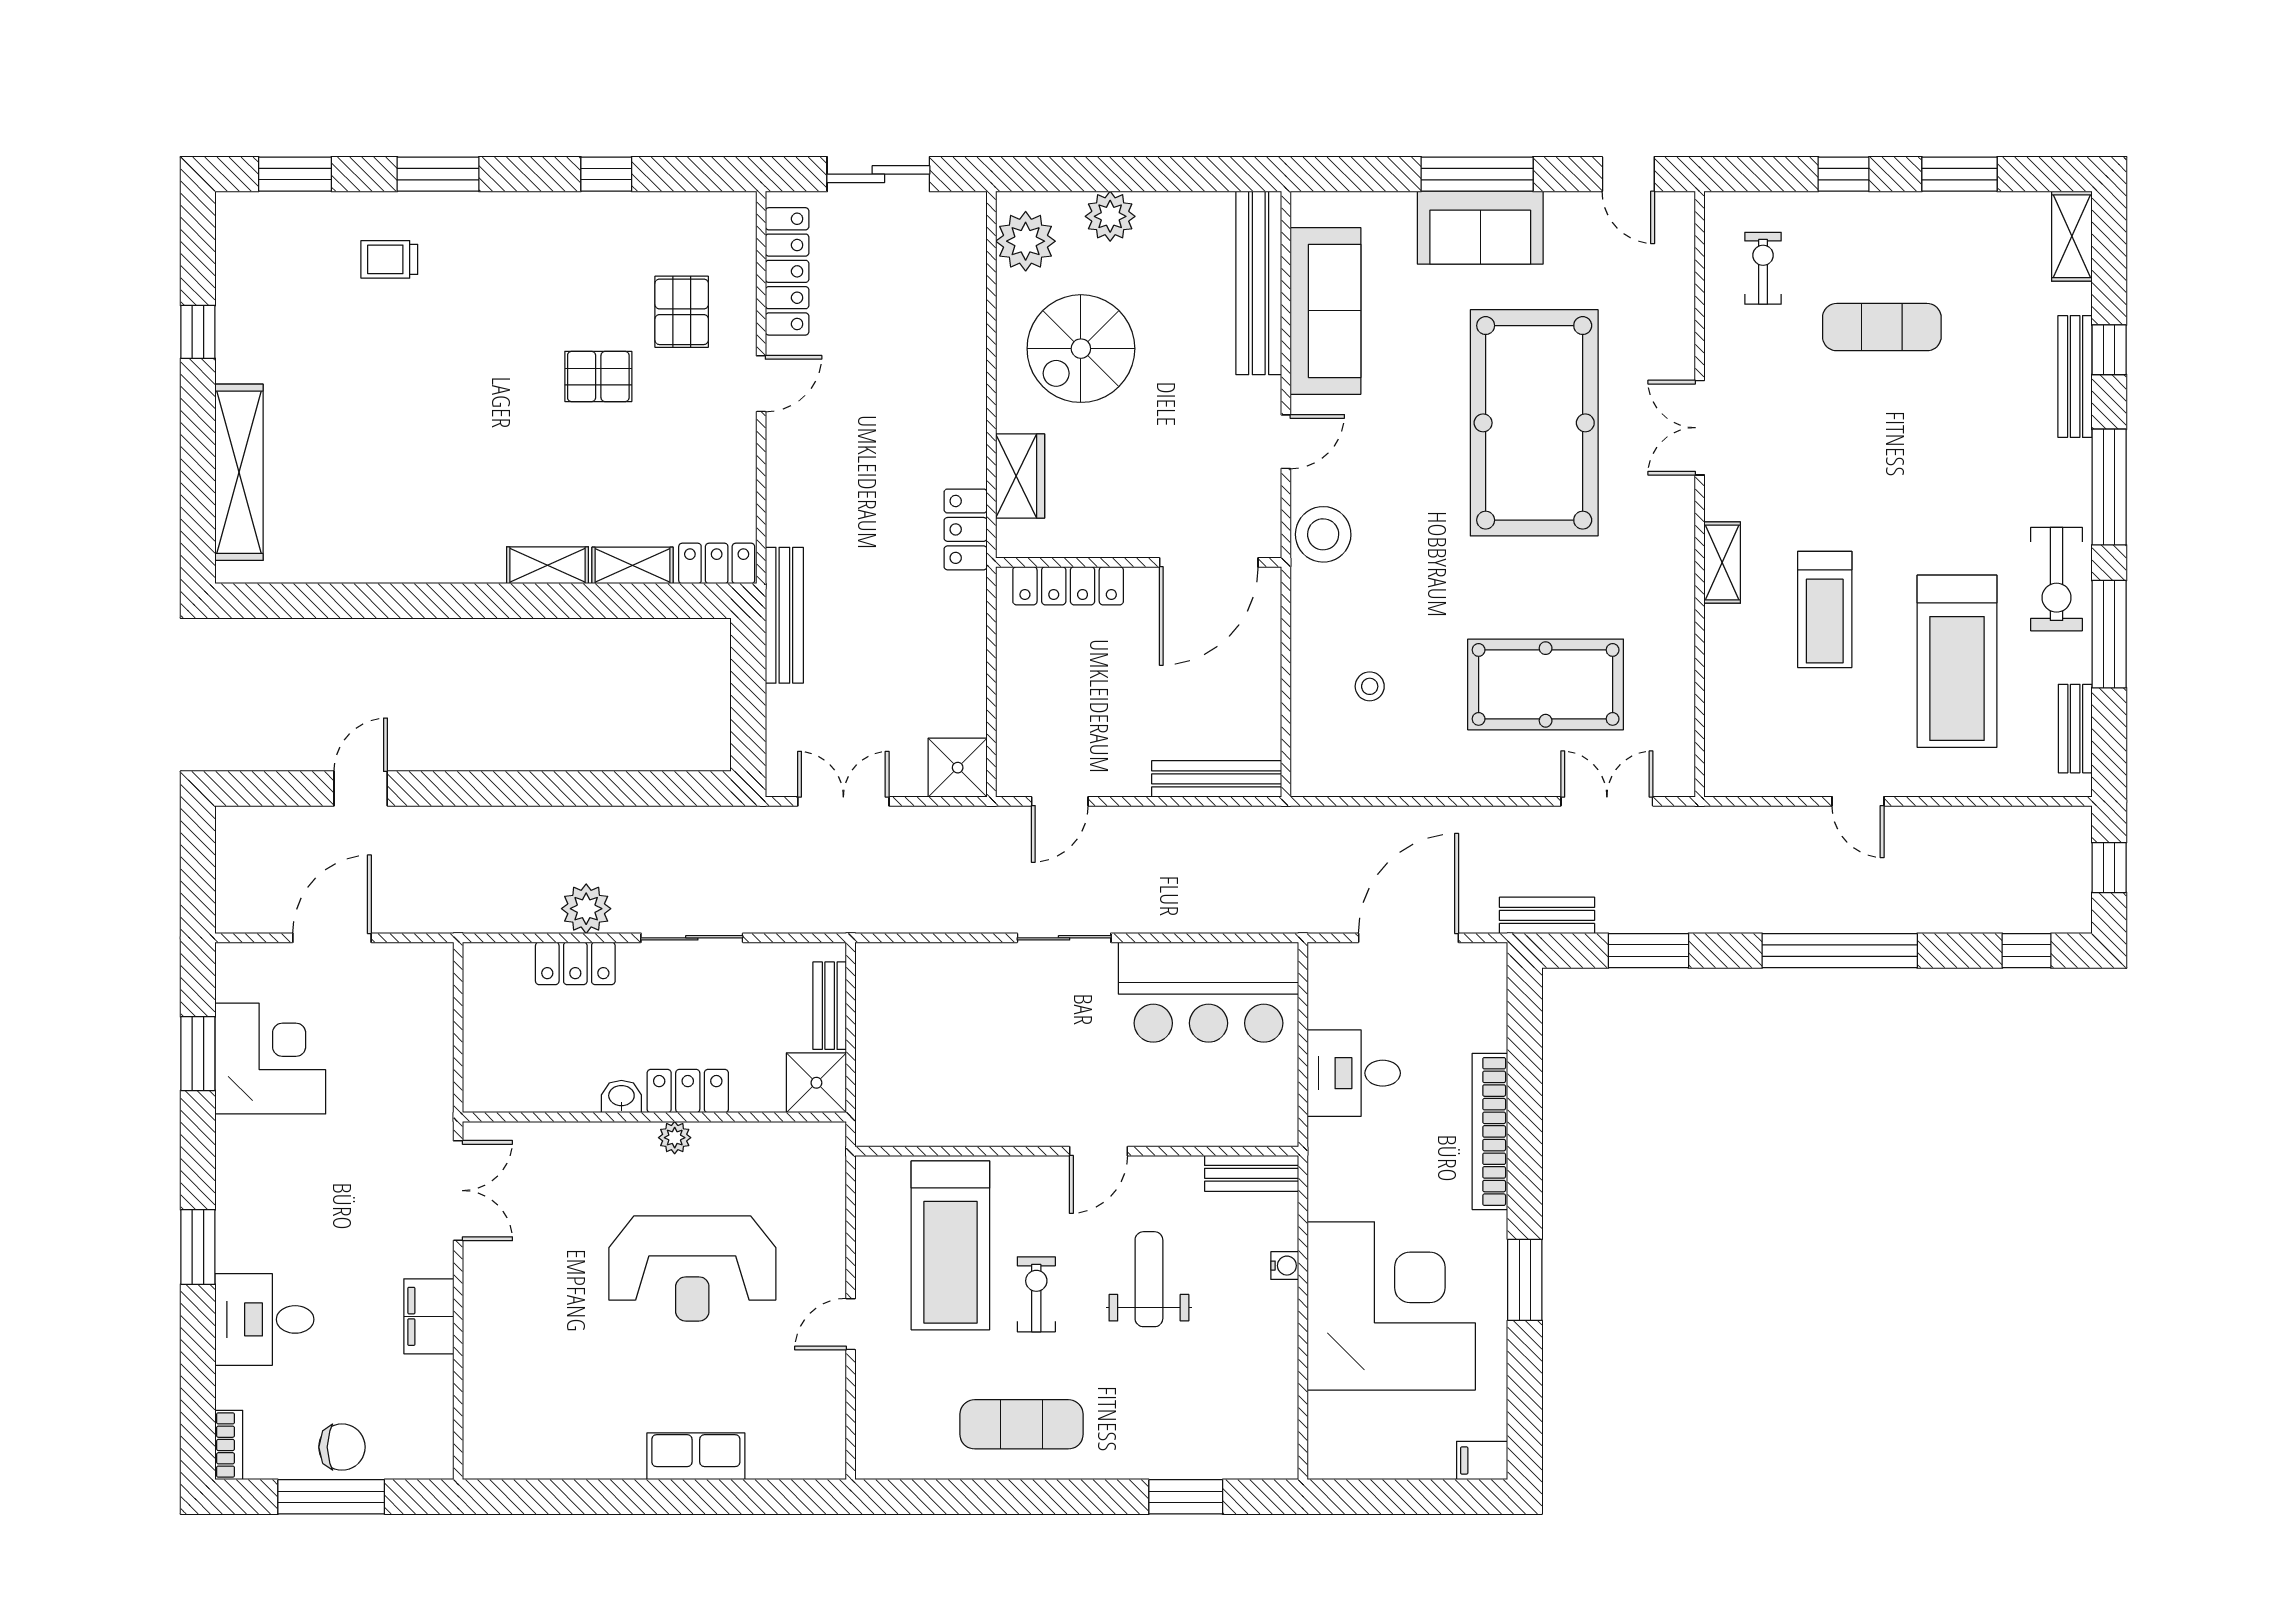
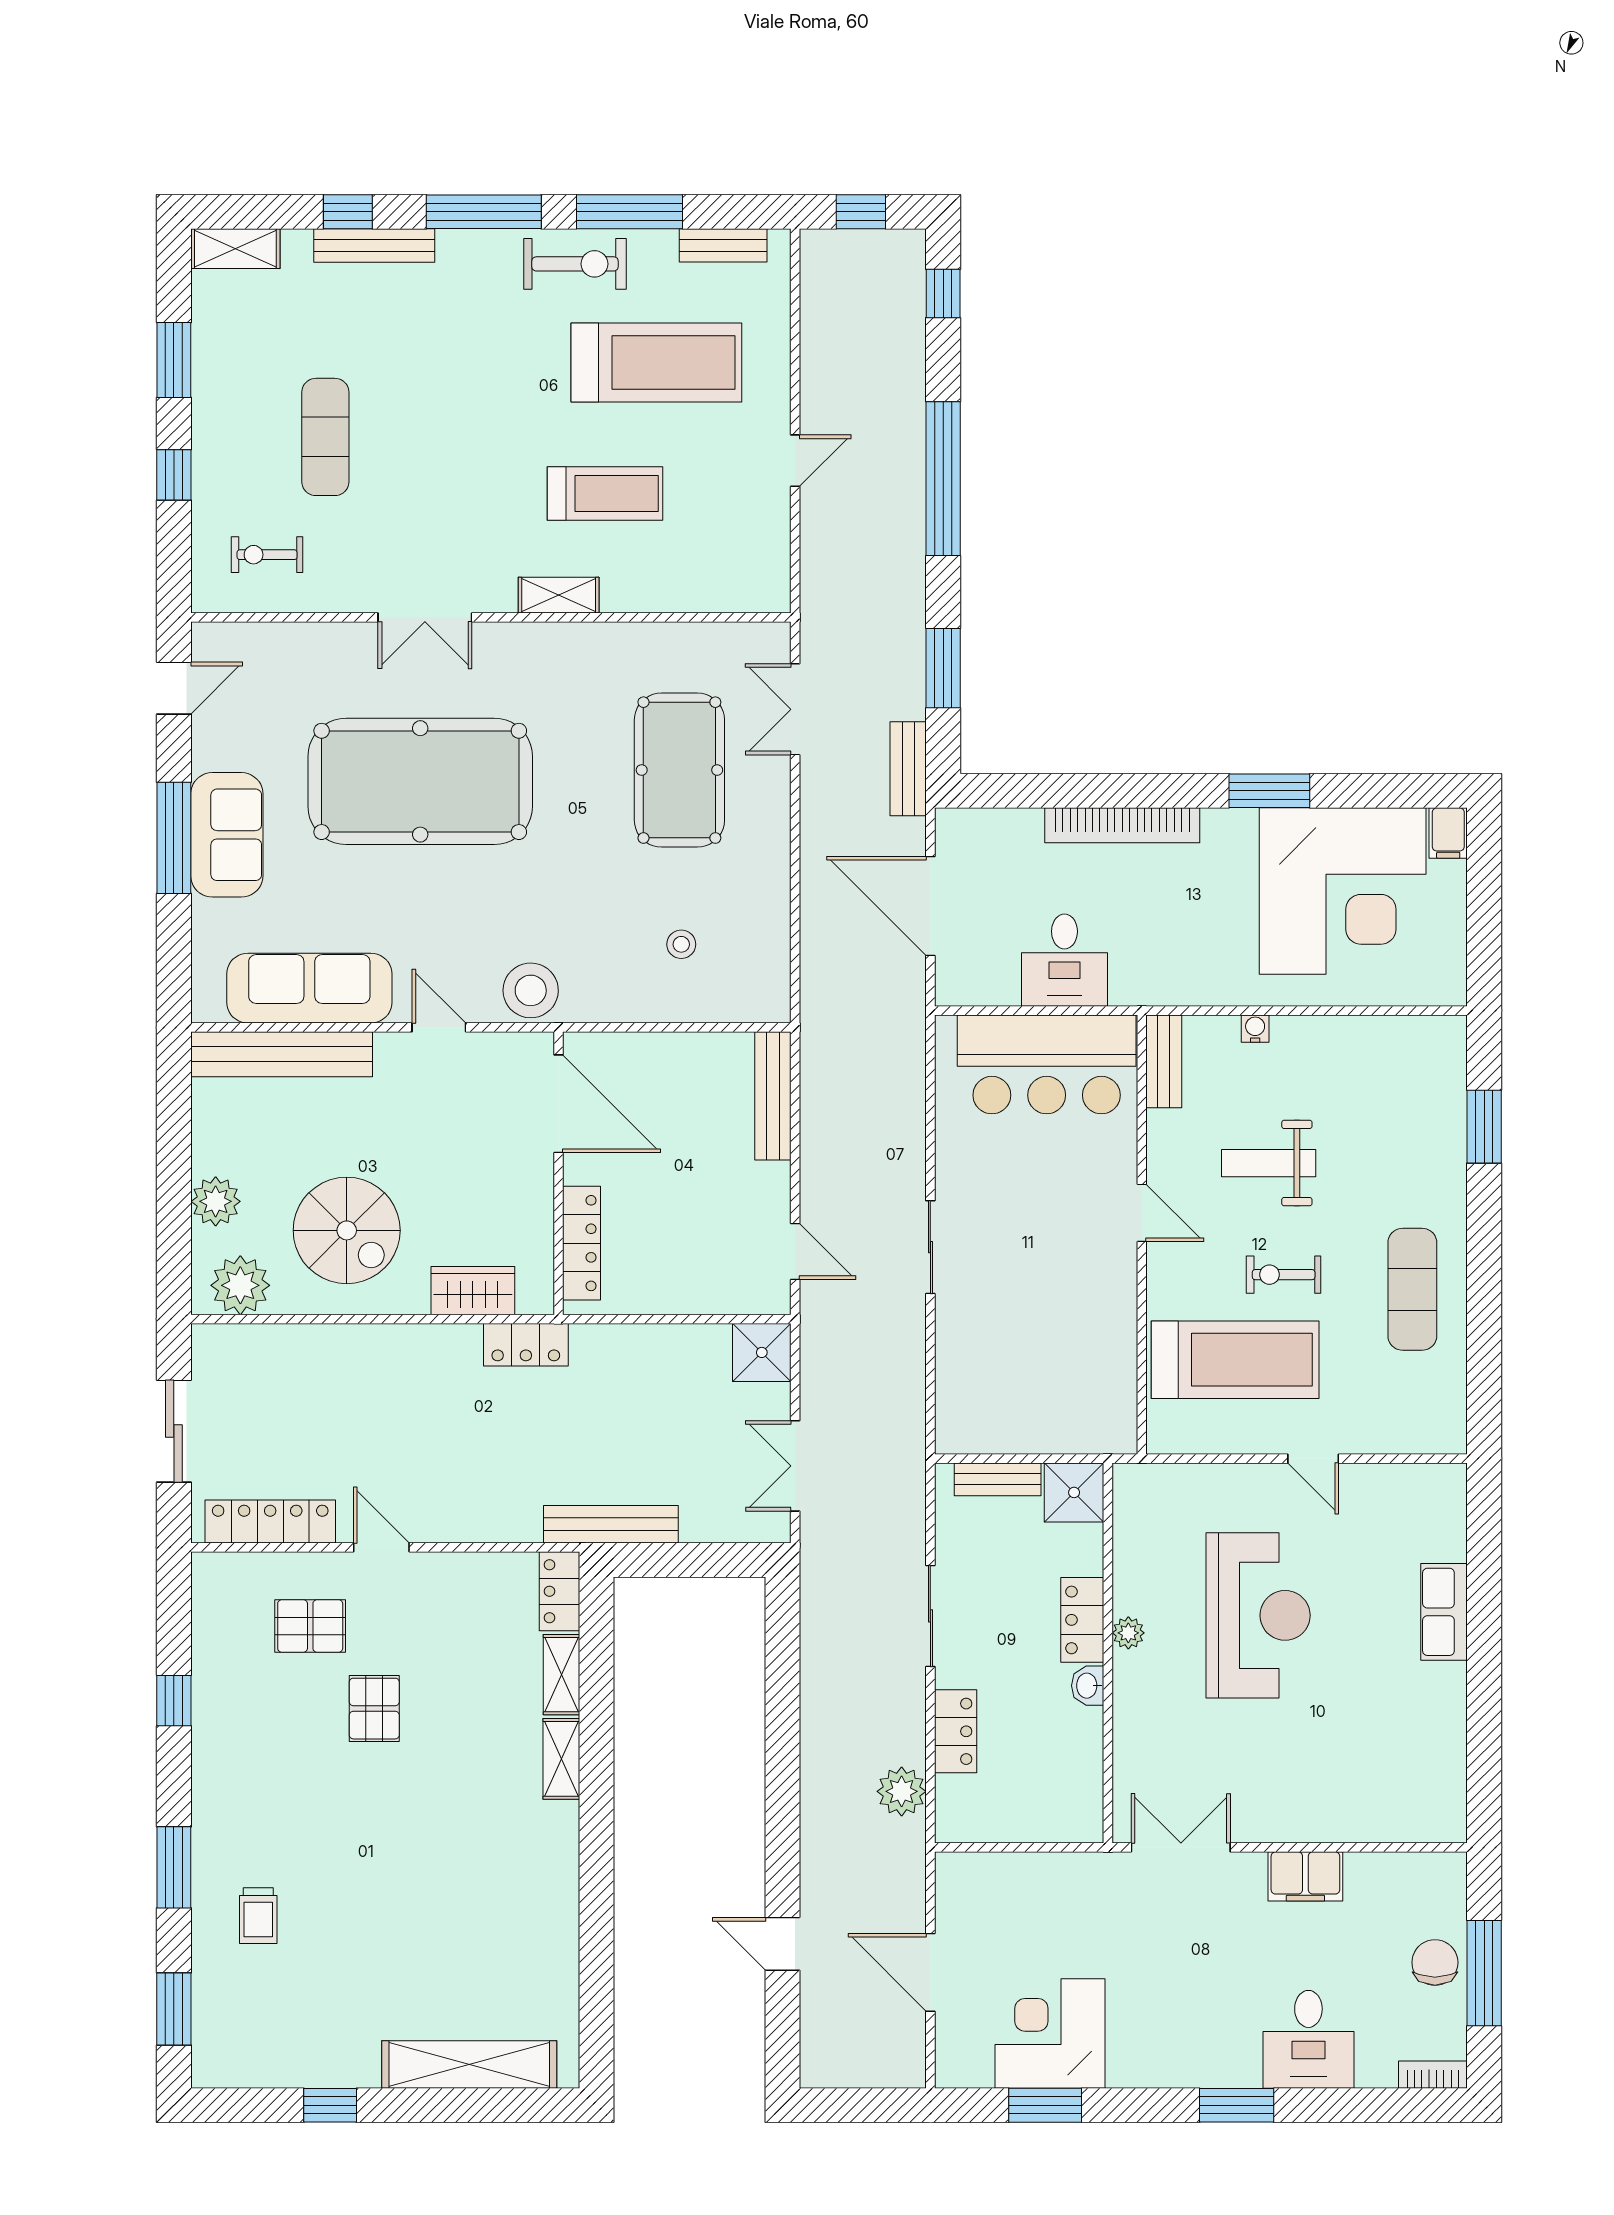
plant: (586, 909) -> (902, 1791), moved
bar counter: (1208, 992) -> (1047, 1064), moved, turned 90
corner desk: (1391, 1306) -> (1343, 891), moved, turned 180

